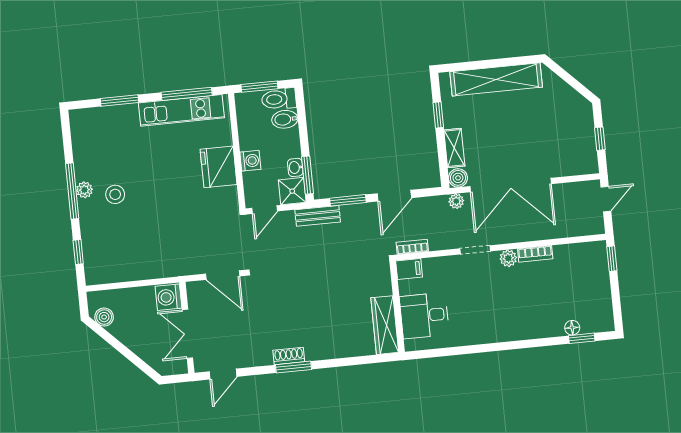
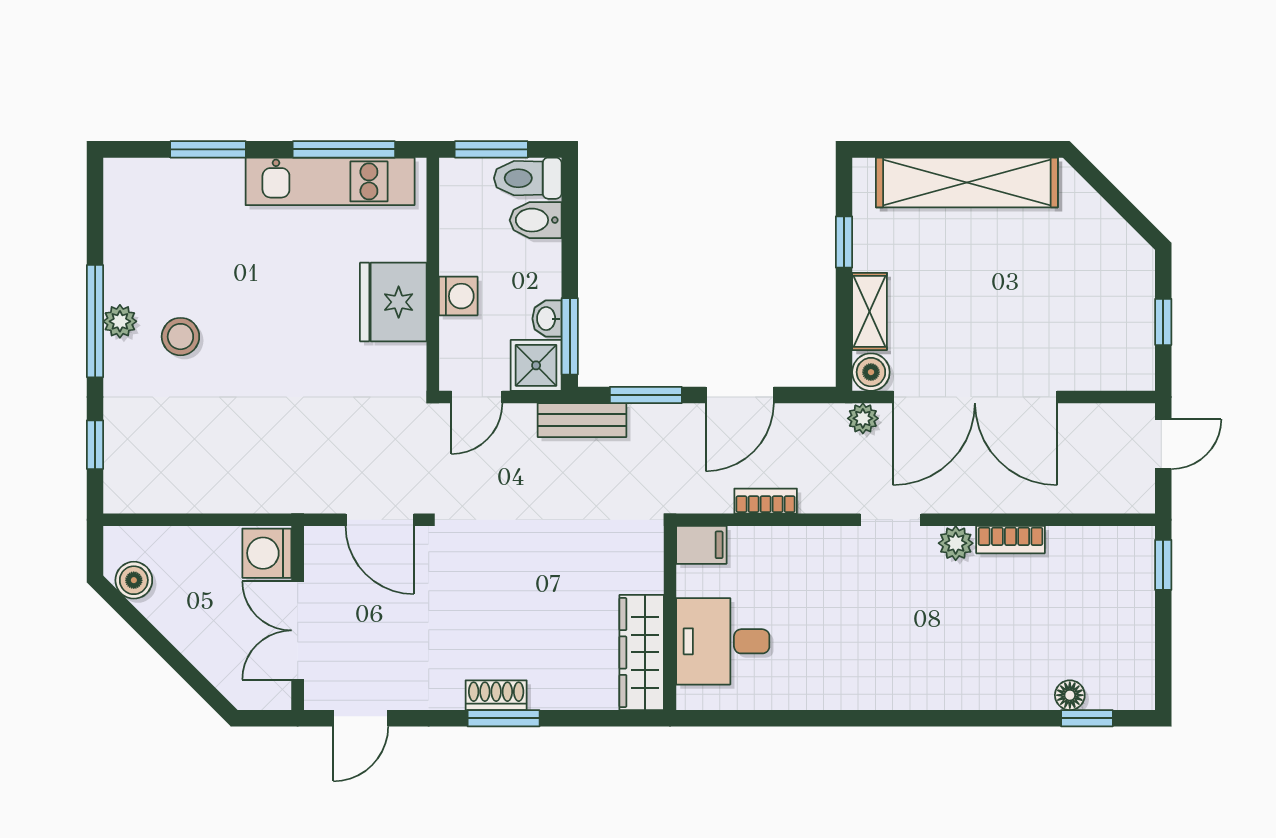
filing cabinet: (409, 269) -> (701, 545), moved
wall: (397, 307) -> (670, 618), moved
desk: (424, 316) -> (723, 641), moved
wardrobe: (385, 325) -> (642, 652), moved

